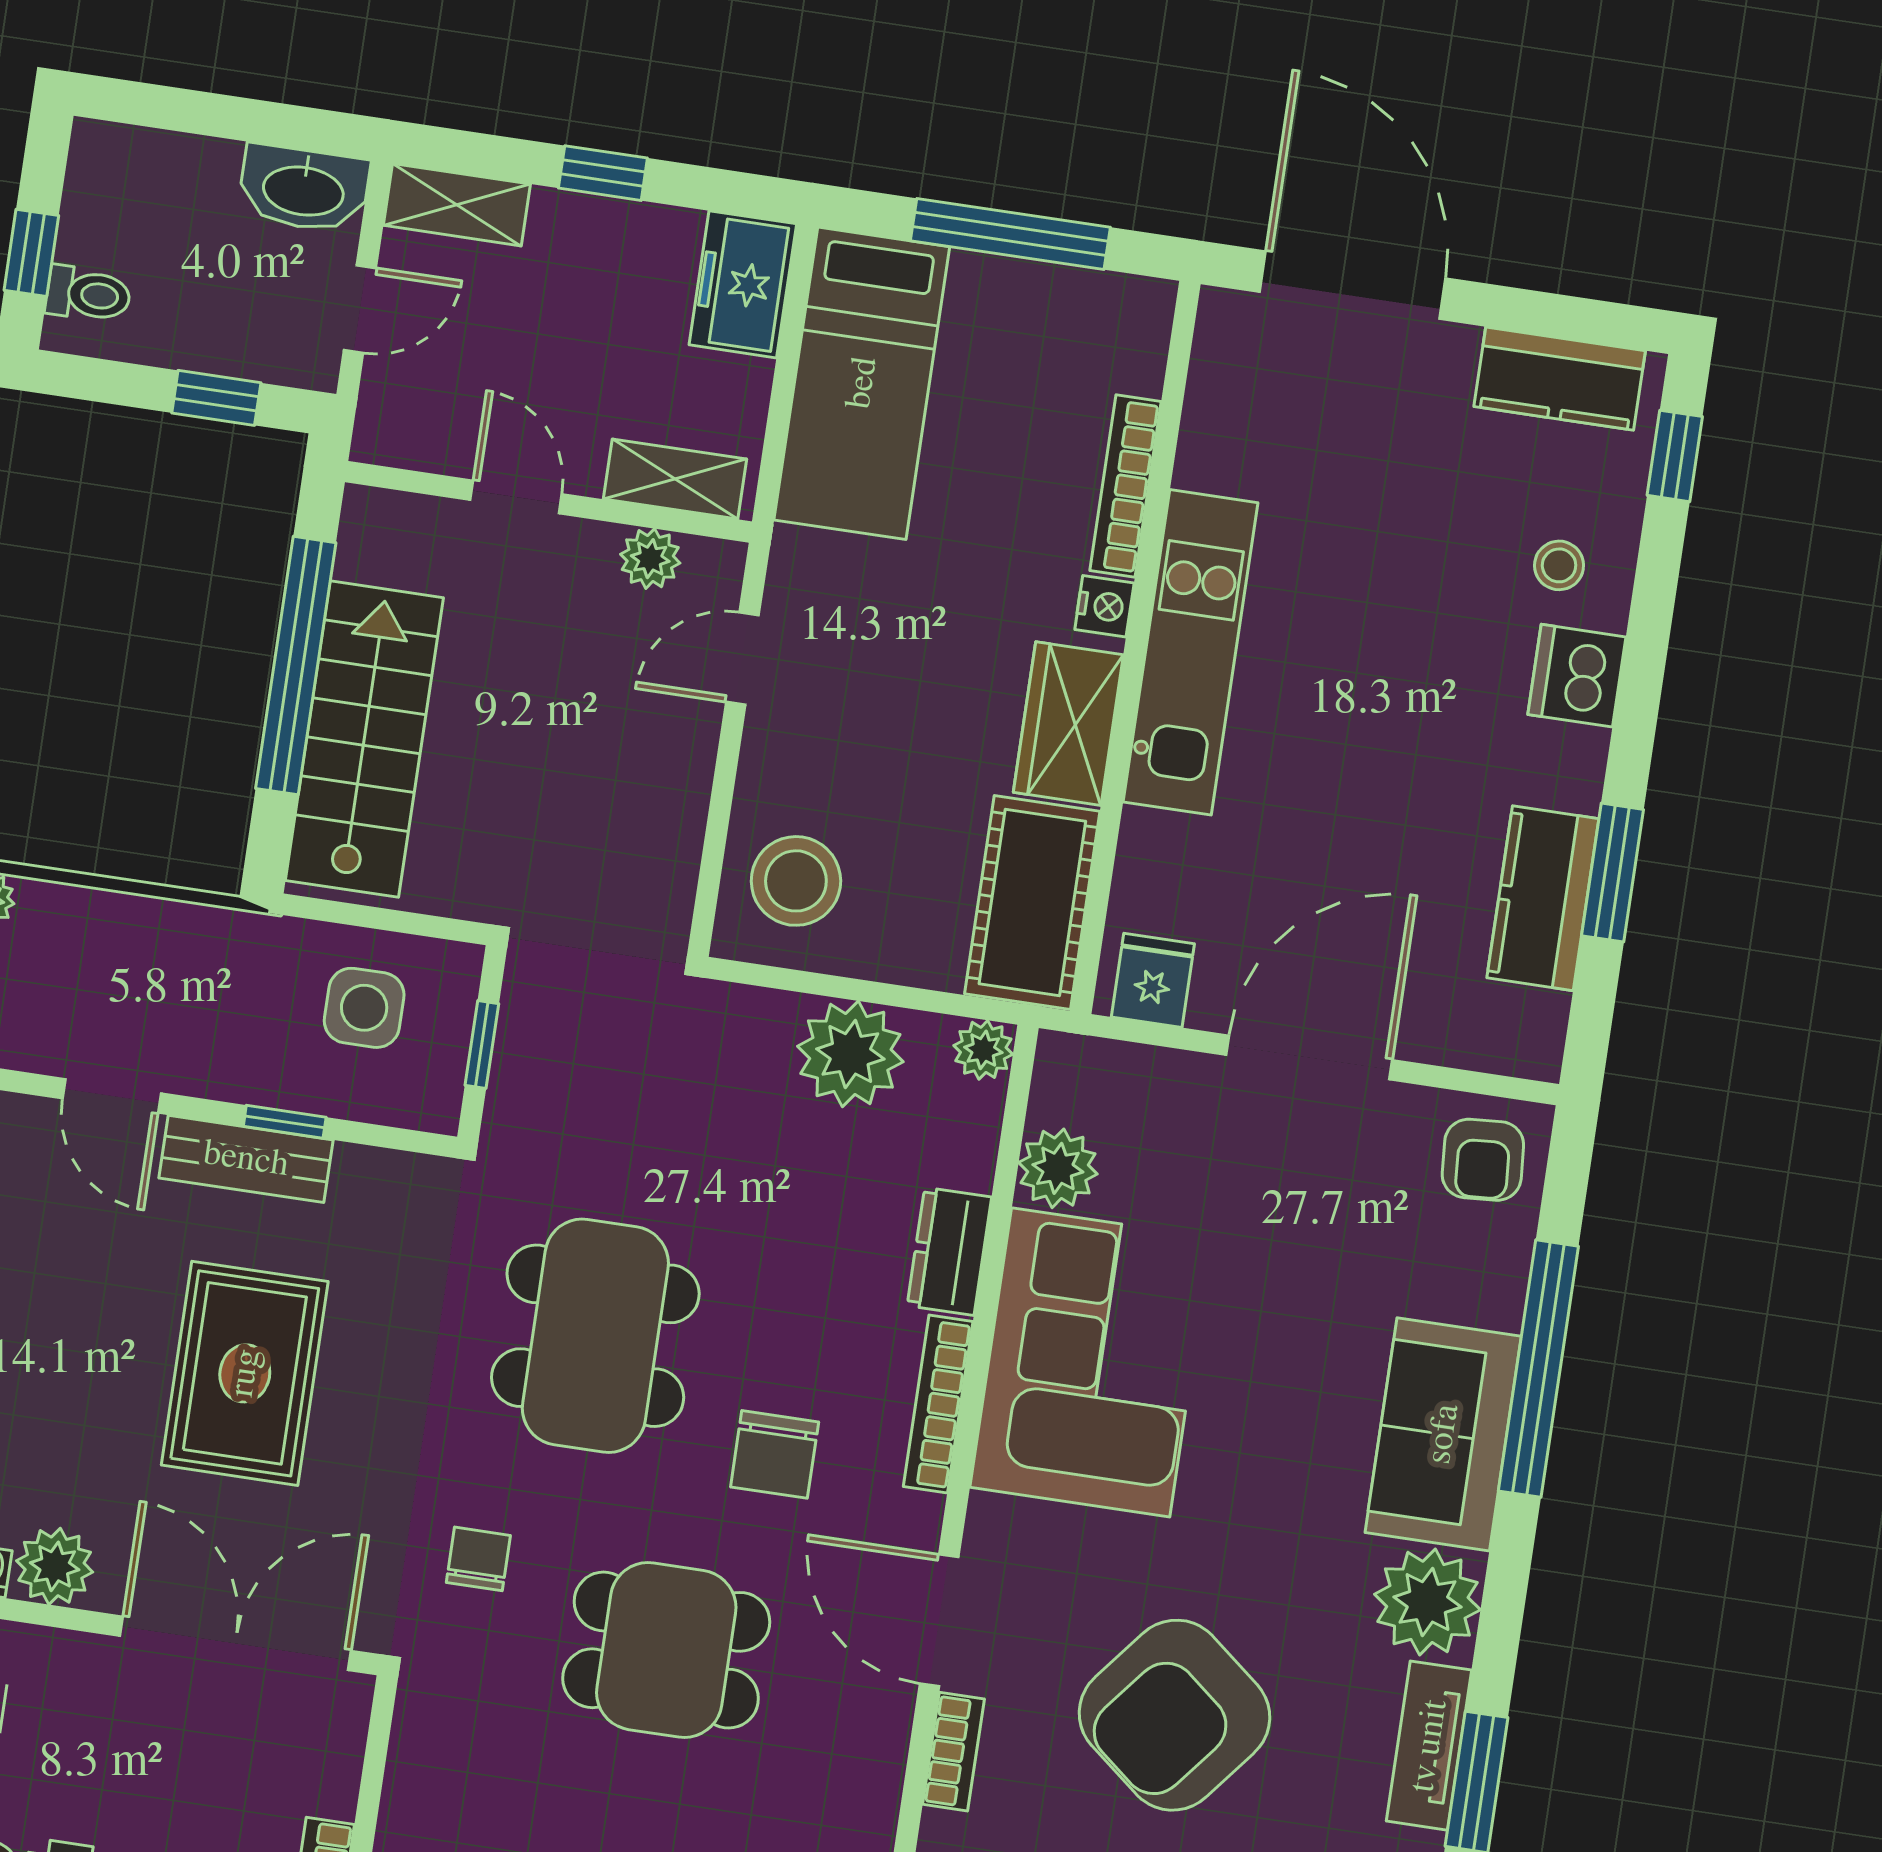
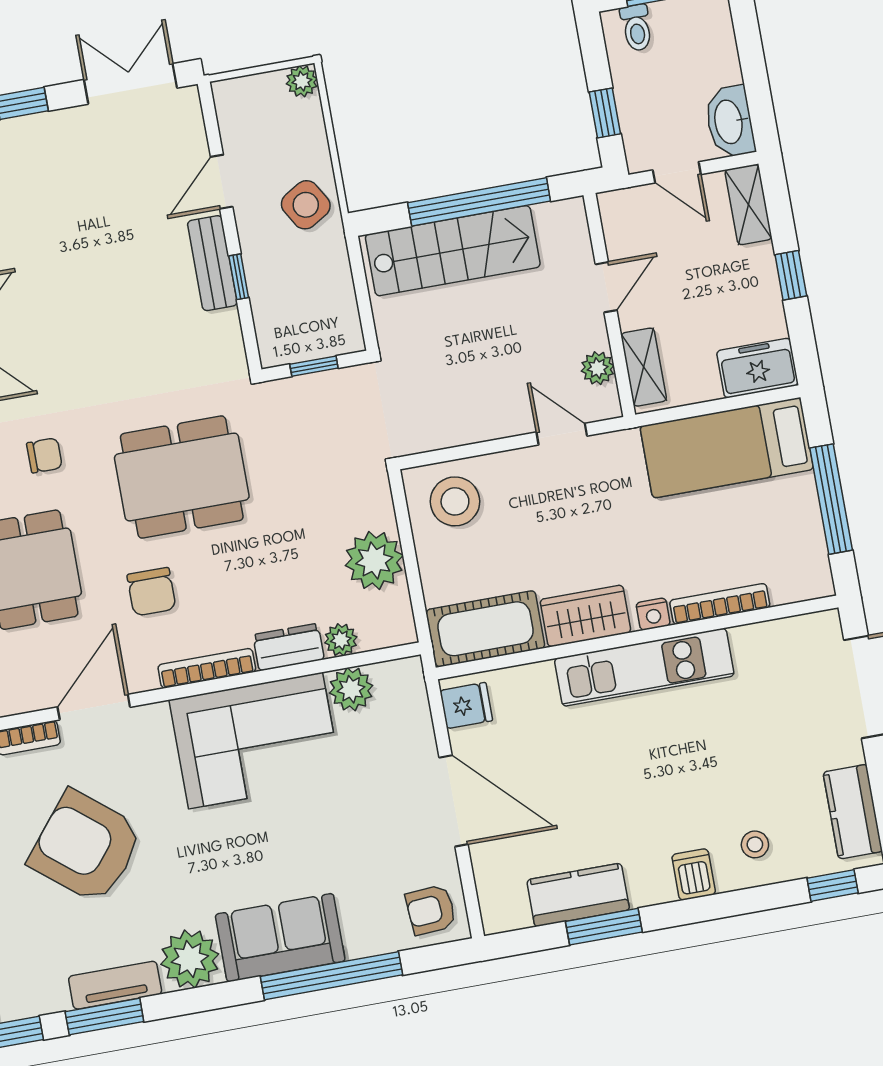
dishwasher: (1577, 676) -> (694, 874), width x0.73
side table: (364, 1008) -> (306, 205), moved, turned -31
plant: (983, 1050) -> (341, 640), moved
rug: (245, 1373) -> (100, 300), removed
chair: (775, 1454) -> (151, 592), turned -90

